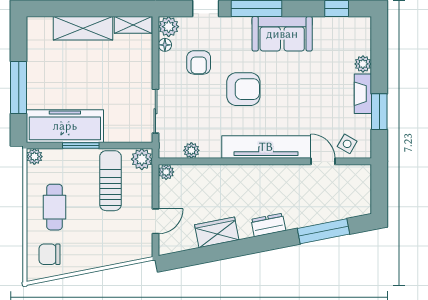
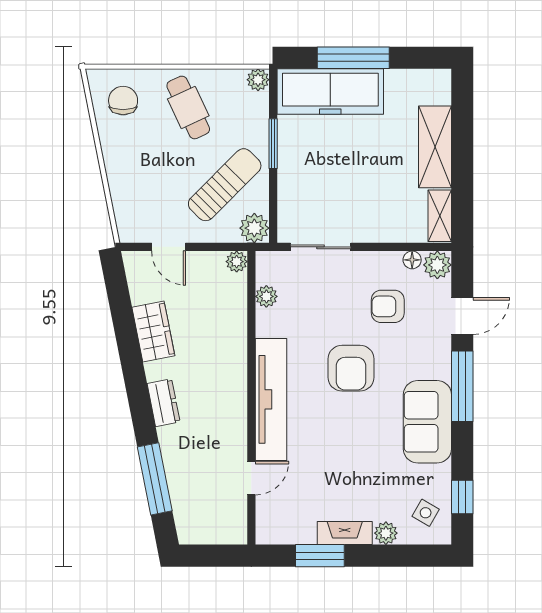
freezer: (65, 126) -> (330, 91), moved, turned 90
side table: (347, 144) -> (426, 513), moved
sun lounger: (110, 181) -> (225, 185), turned -45
cafe table: (55, 207) -> (188, 107), turned 65

